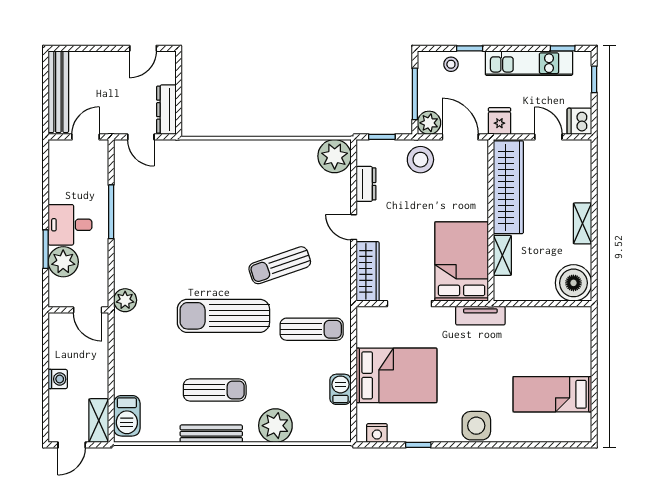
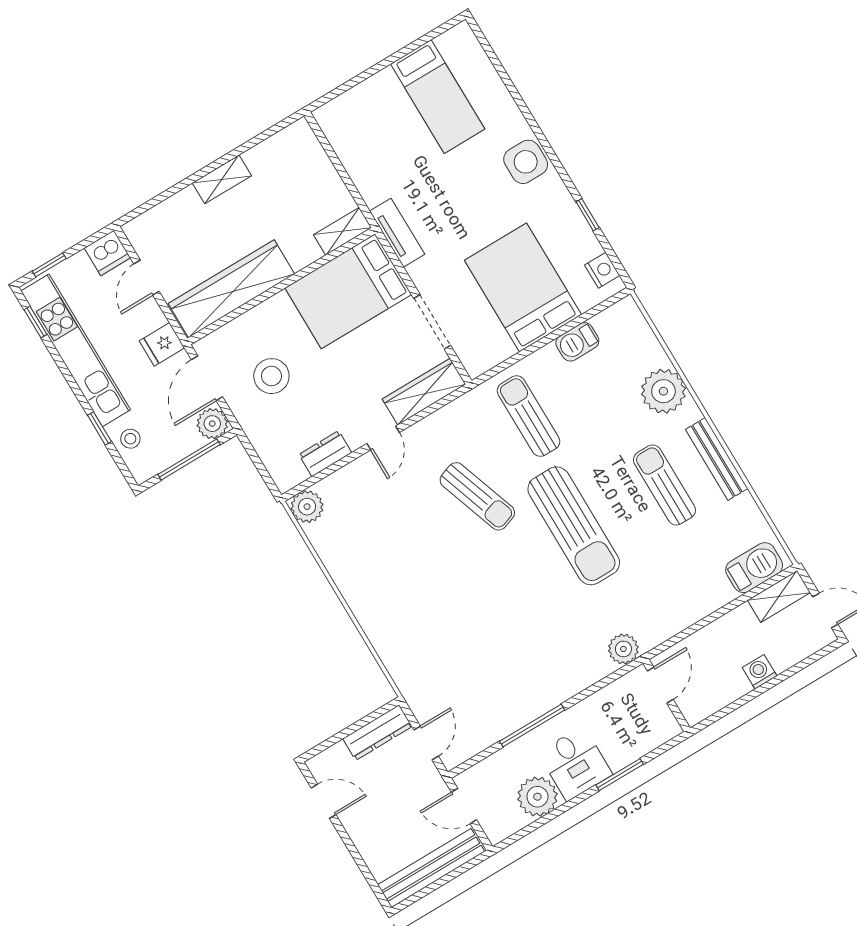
kitchen unit: (529, 63) -> (76, 350), width x1.36
window: (382, 137) -> (261, 468), removed
plant: (335, 156) -> (307, 507), width x0.73, depth x0.73
stool: (420, 160) -> (271, 376), moved
shelving: (502, 255) -> (343, 231), moved
plant: (63, 262) -> (537, 797), moved
boiler: (573, 283) -> (296, 149), removed

